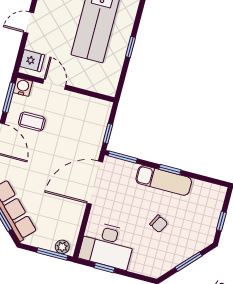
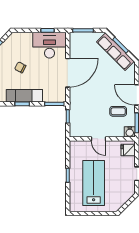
door: (54, 84) -> (99, 139), moved
door: (95, 183) -> (68, 73), moved
plant: (62, 247) -> (78, 37), removed

